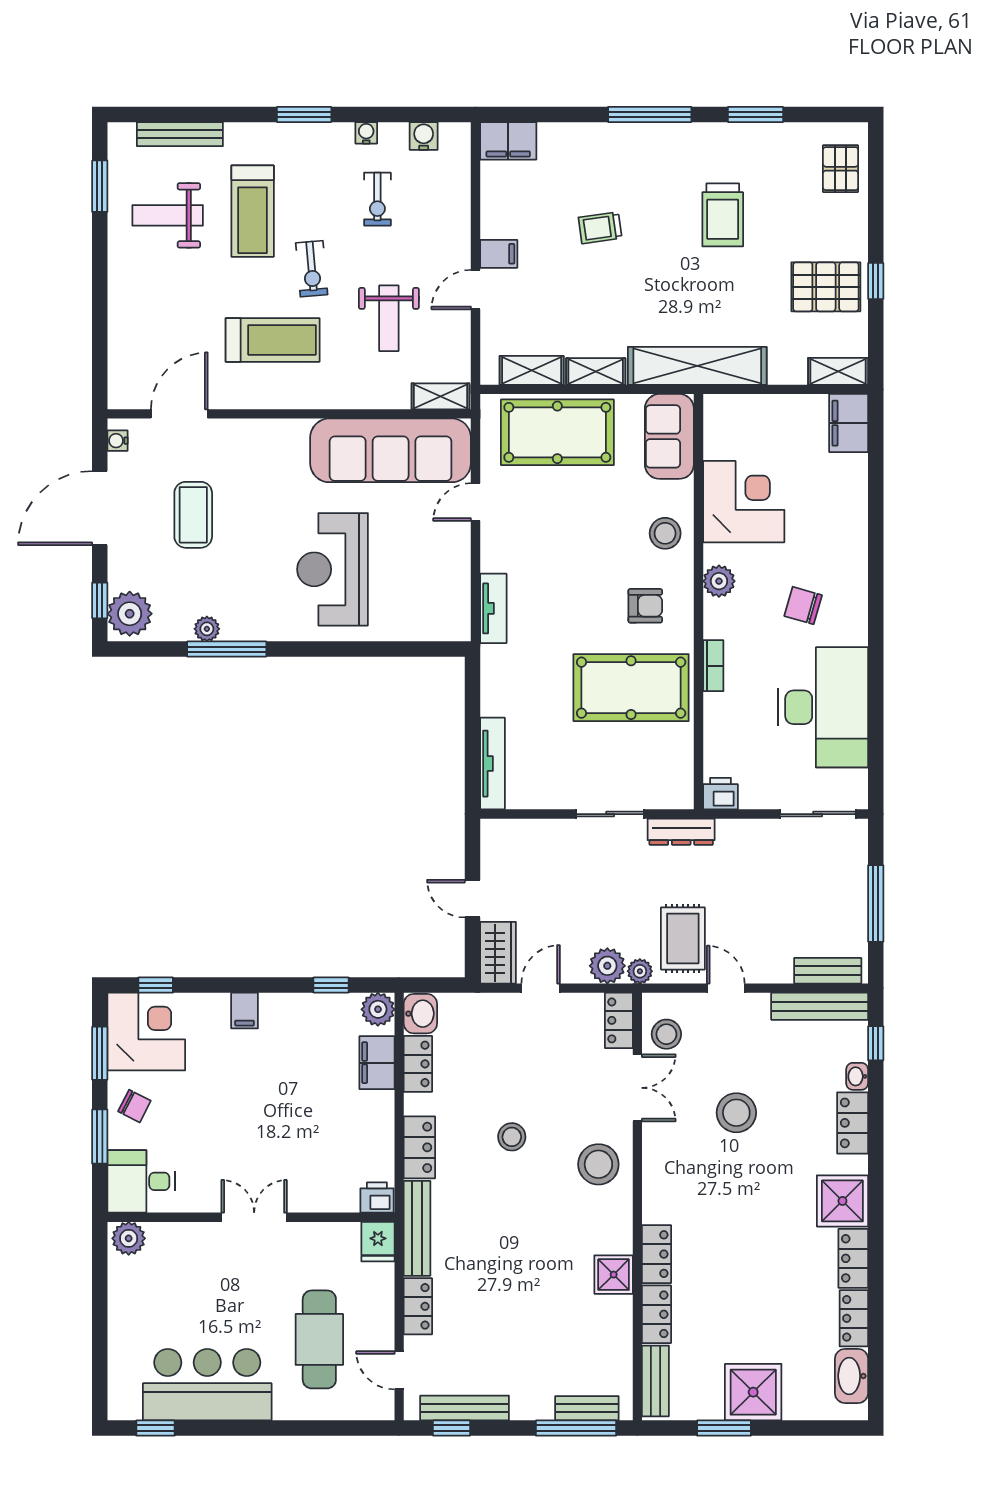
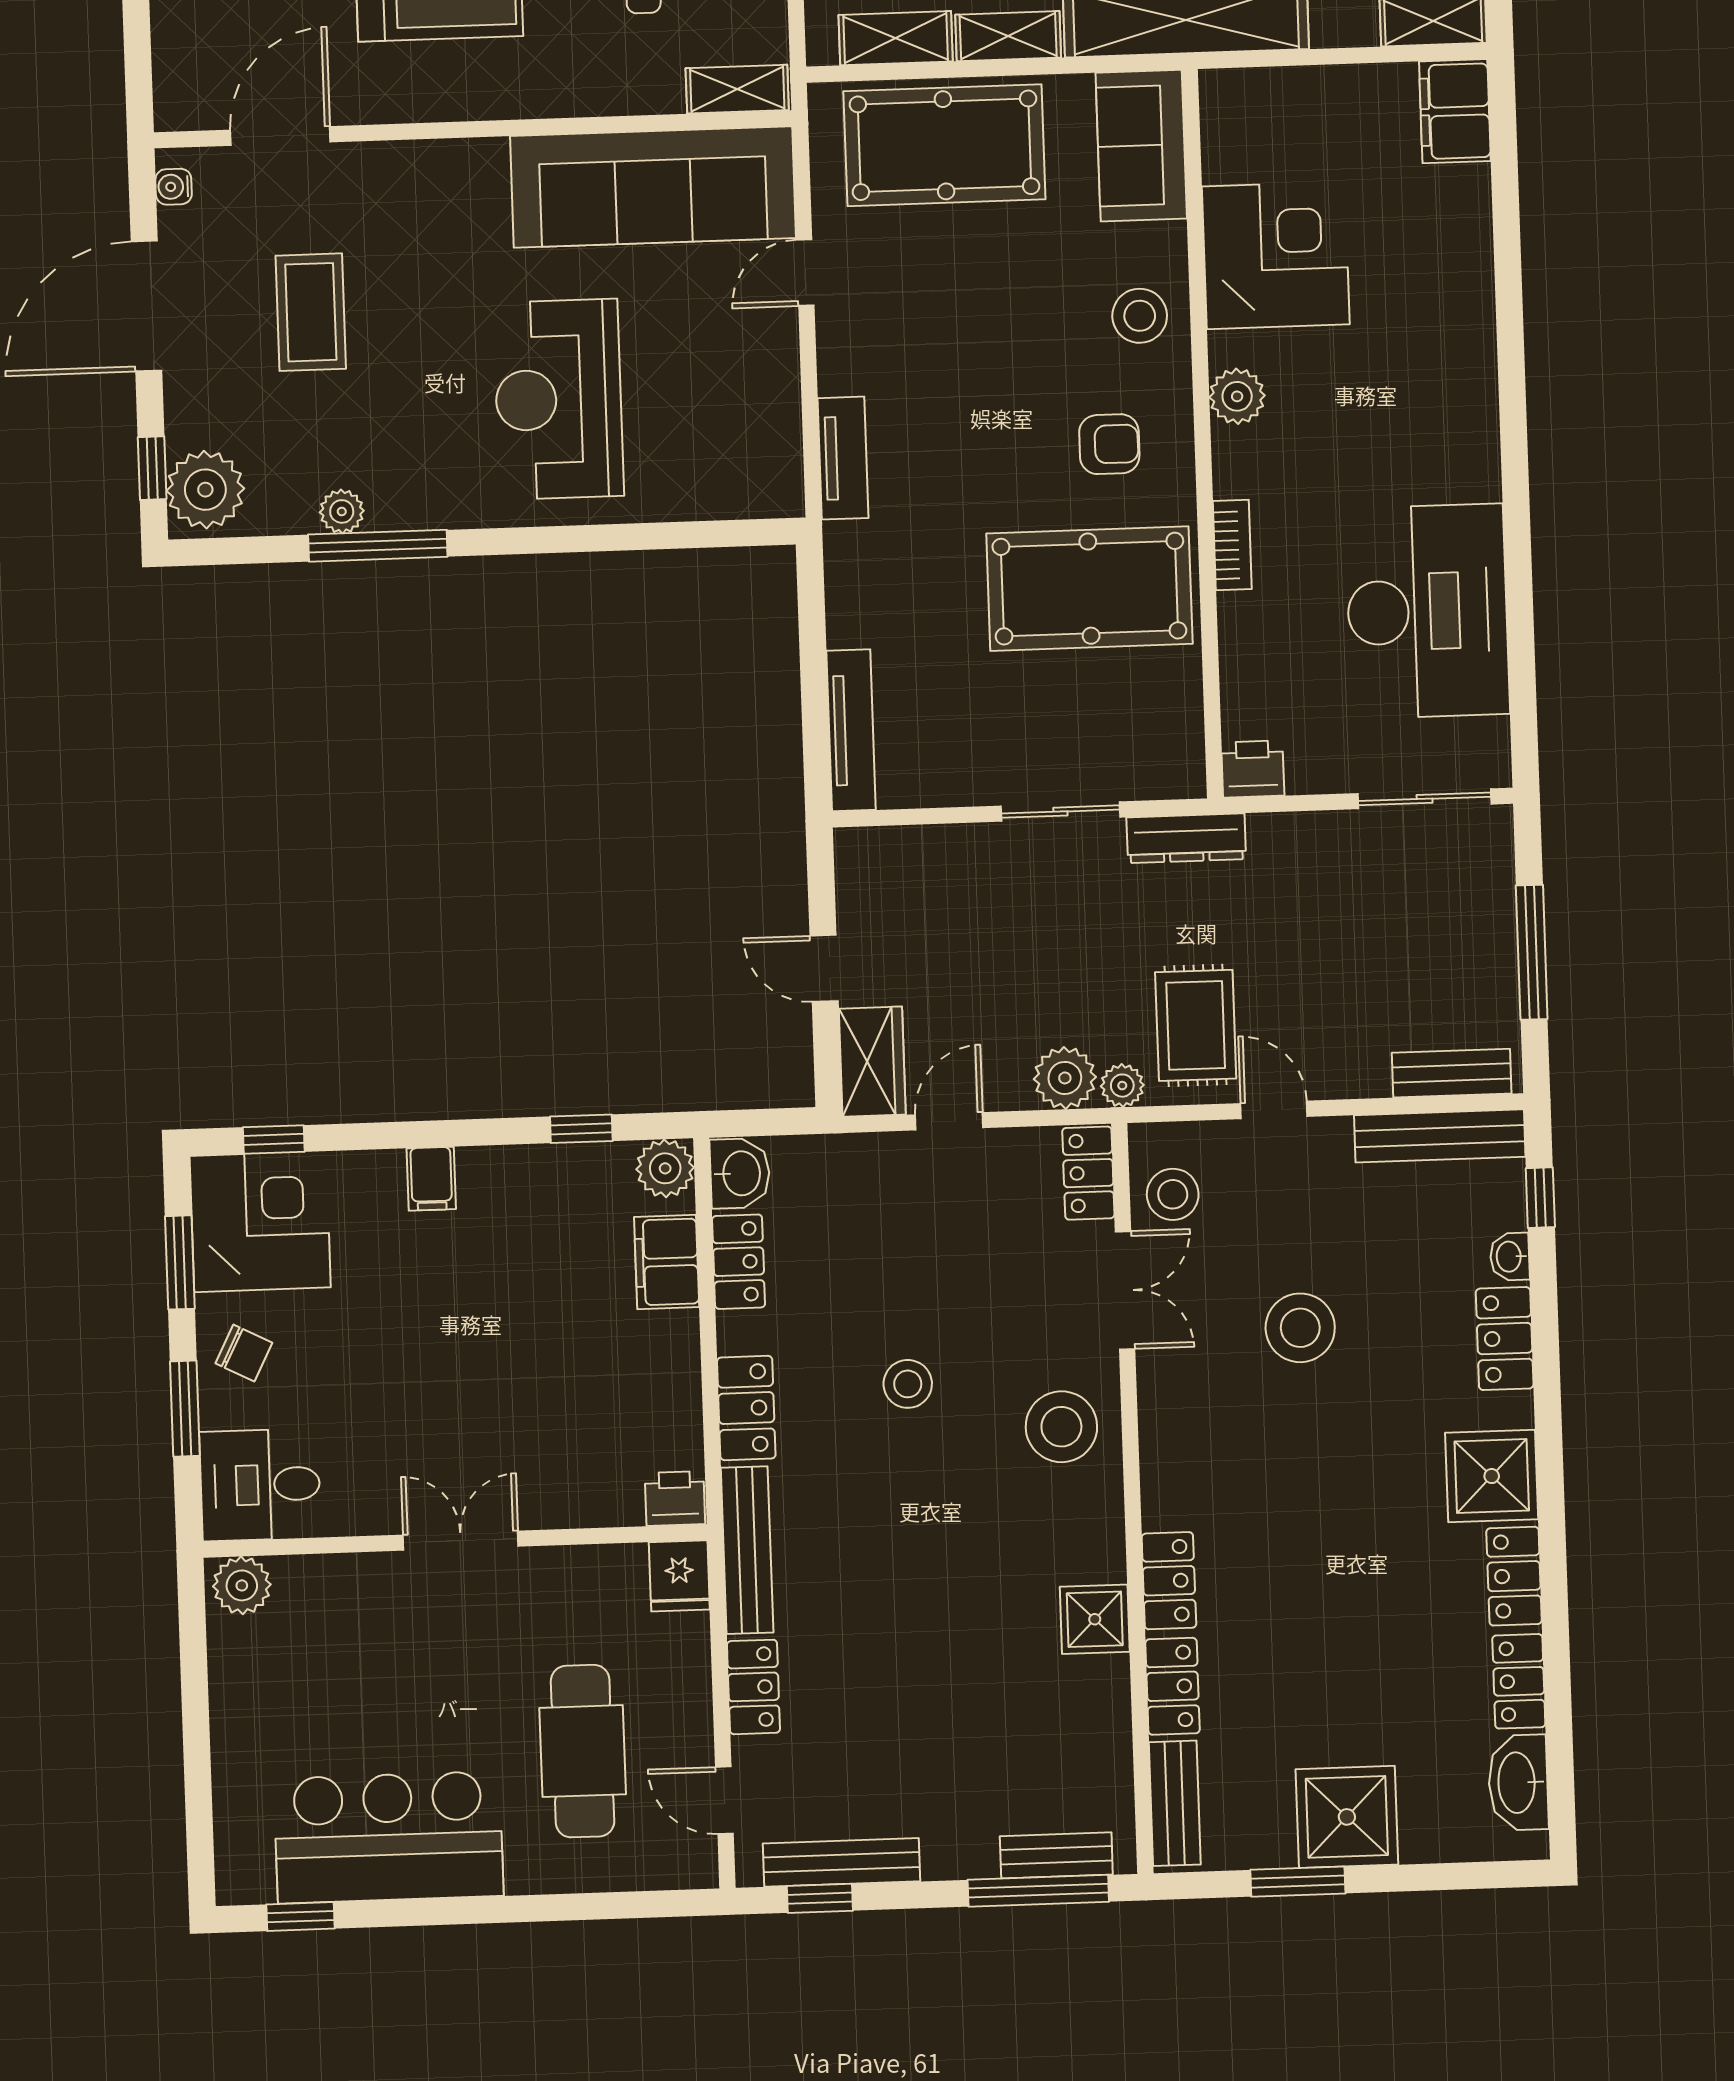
chair: (803, 606) -> (1386, 434), removed

